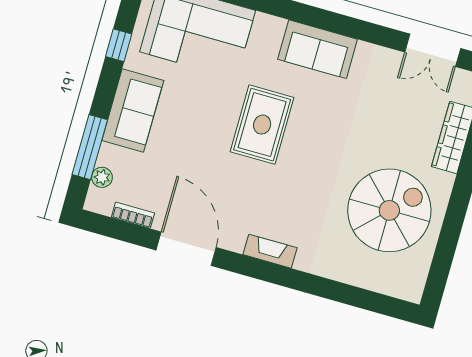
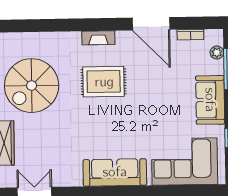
sofa: (318, 49) -> (115, 172), width x1.36
rug: (262, 125) -> (104, 82), moved, turned 90

